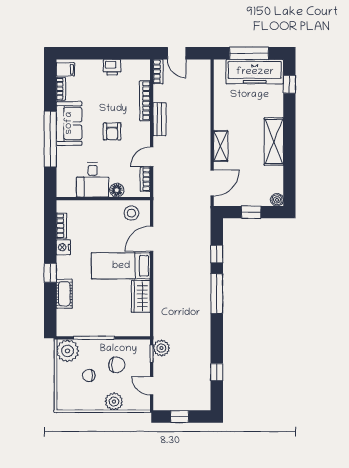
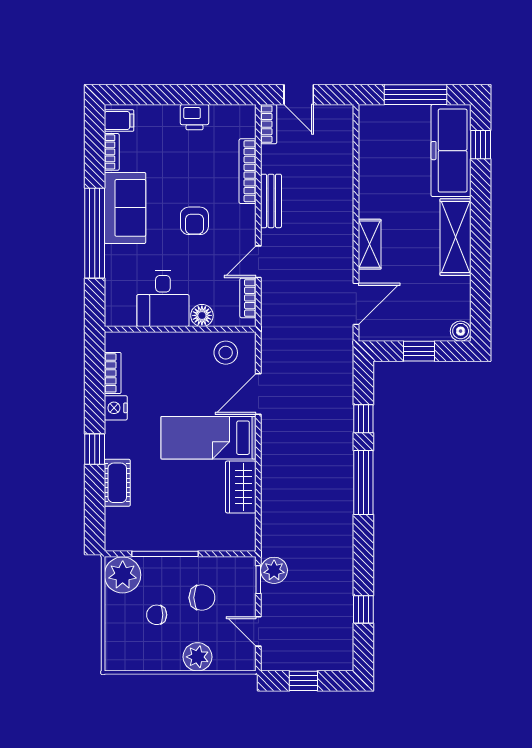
freezer: (255, 72) -> (451, 151), moved, turned 90

